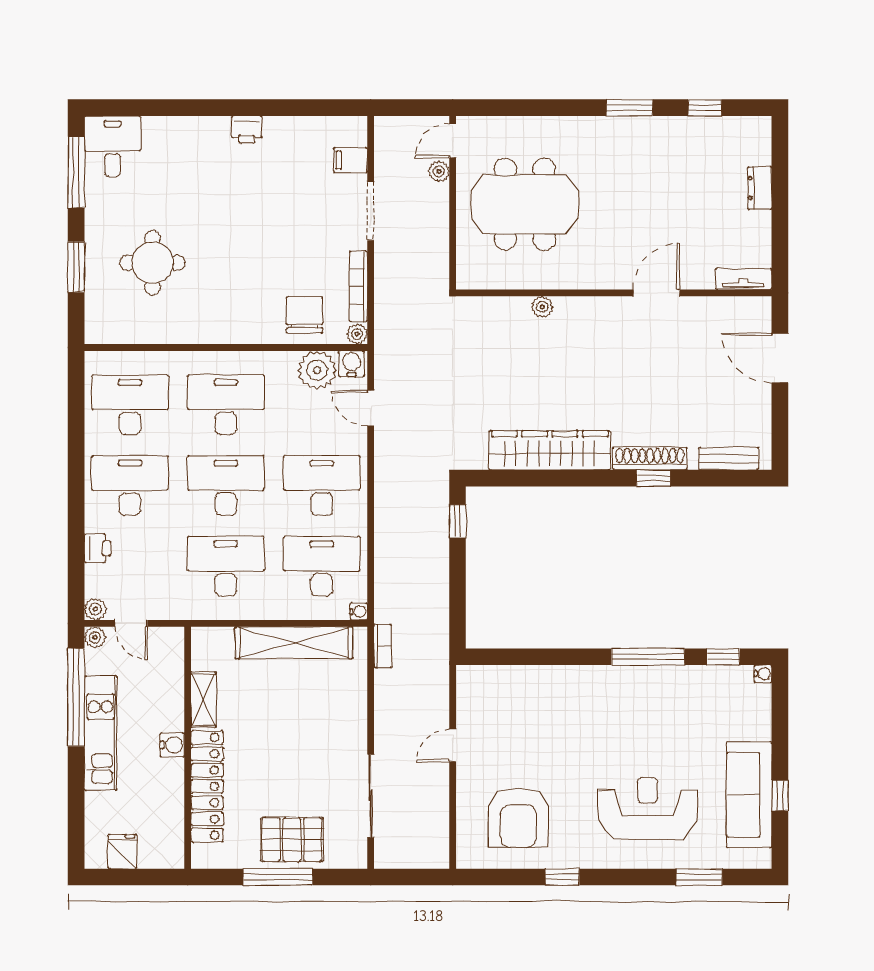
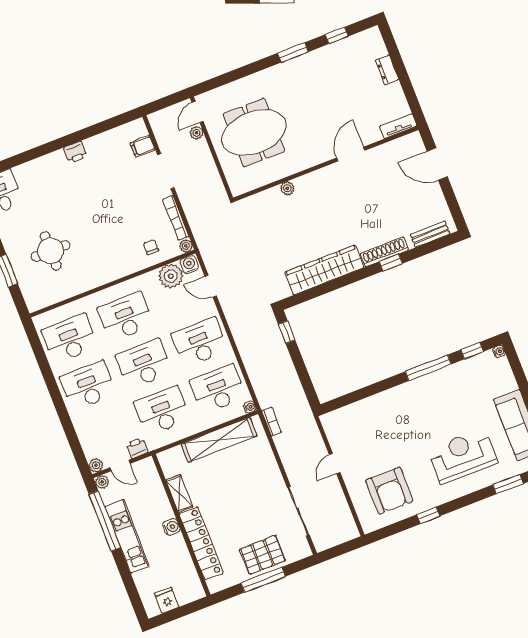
chair: (304, 315) -> (151, 247), width x0.54, depth x0.54
printer: (97, 548) -> (137, 448), moved, turned -90

